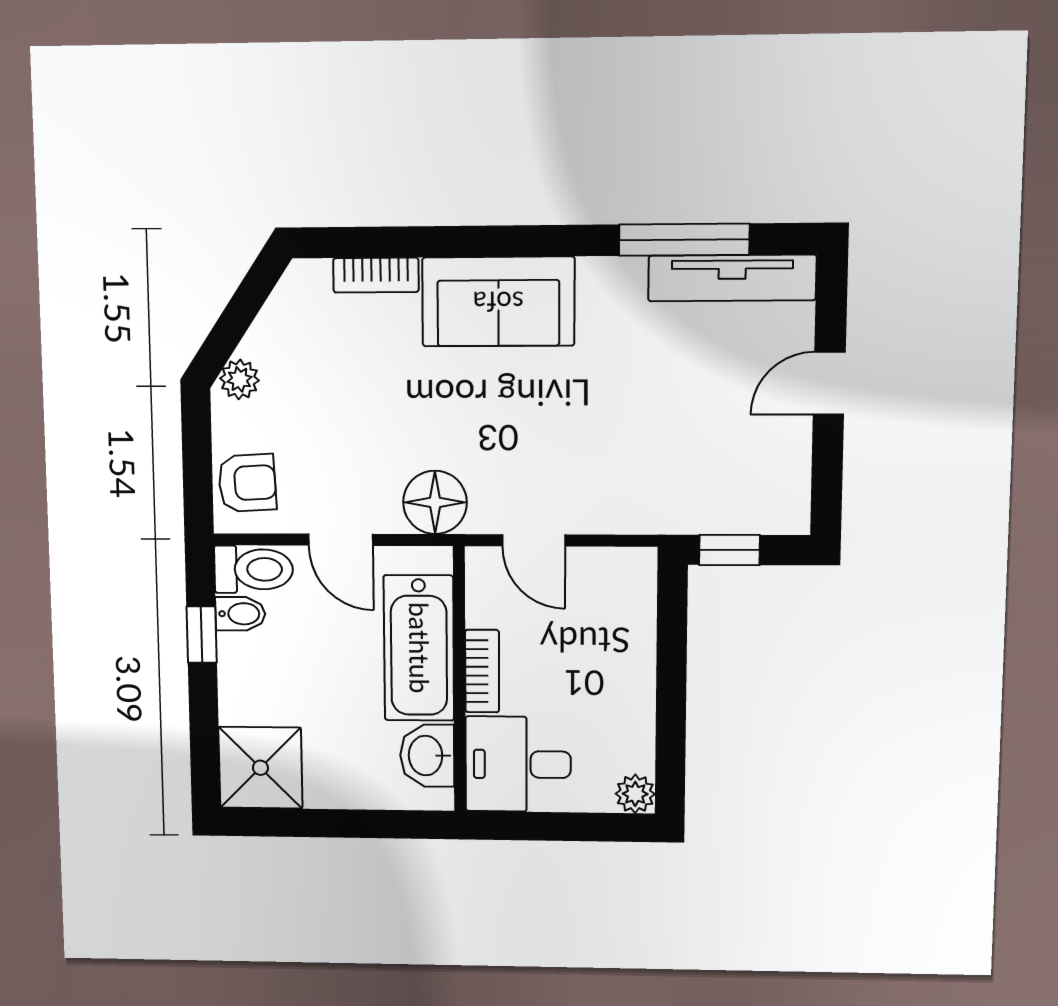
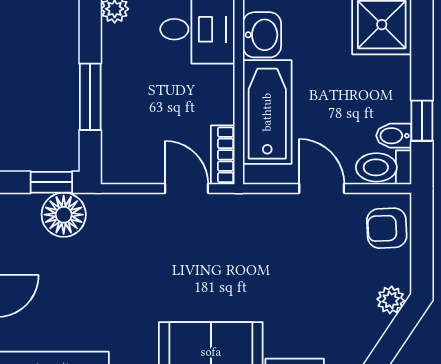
floor lamp: (435, 502) -> (64, 215), moved
bookcase: (482, 671) -> (223, 155), moved
window: (671, 672) -> (90, 97), added

